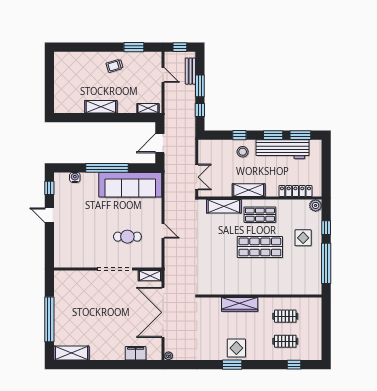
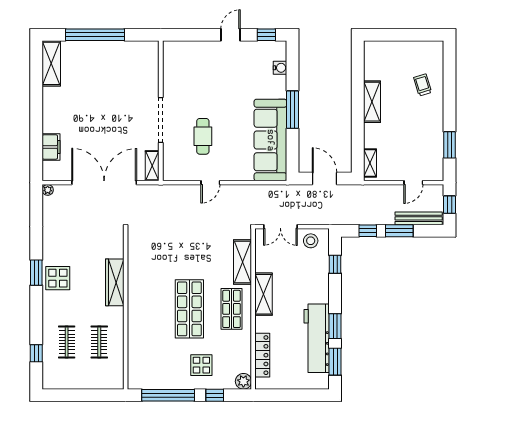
trolley: (115, 66) -> (423, 85), moved
bench: (190, 71) -> (419, 218), width x1.36
window: (239, 135) -> (335, 264), moved
stool: (243, 152) -> (311, 241), moved
window: (107, 168) -> (293, 110), width x0.68

